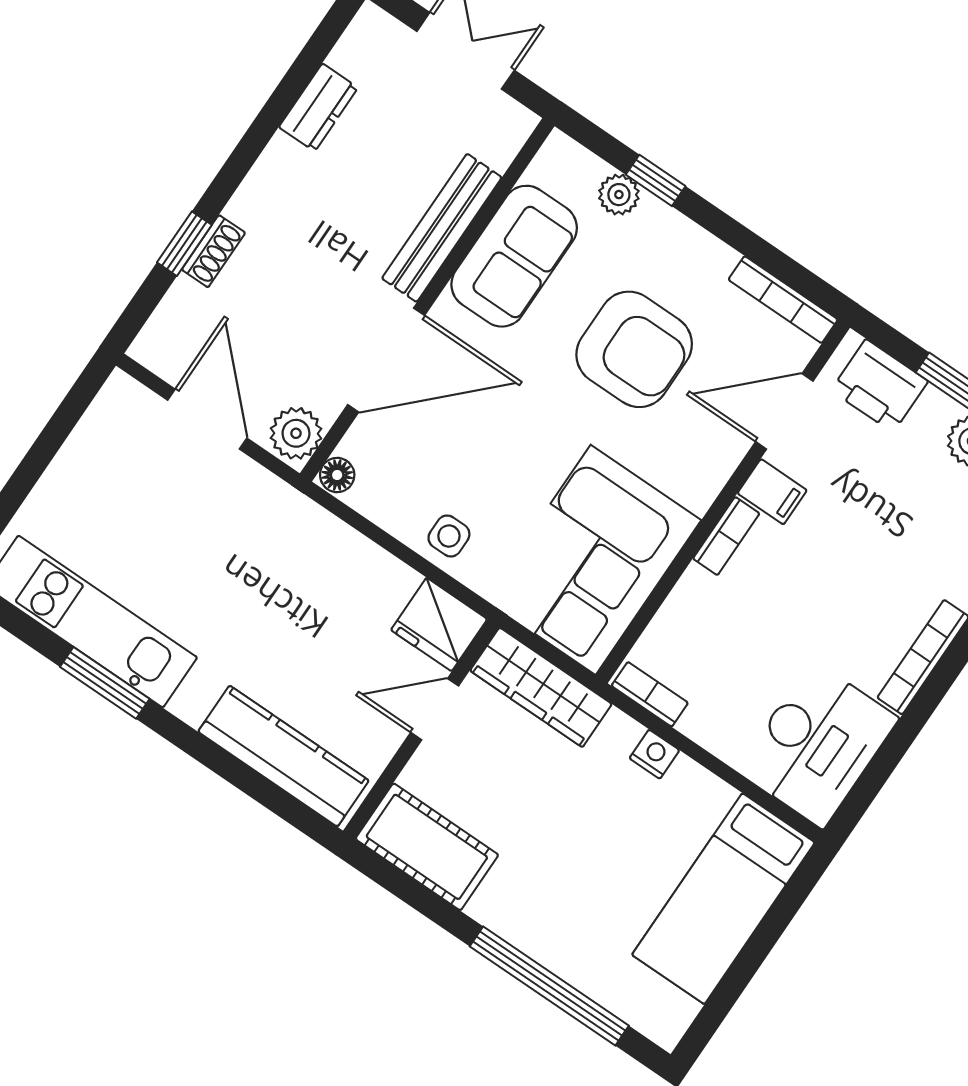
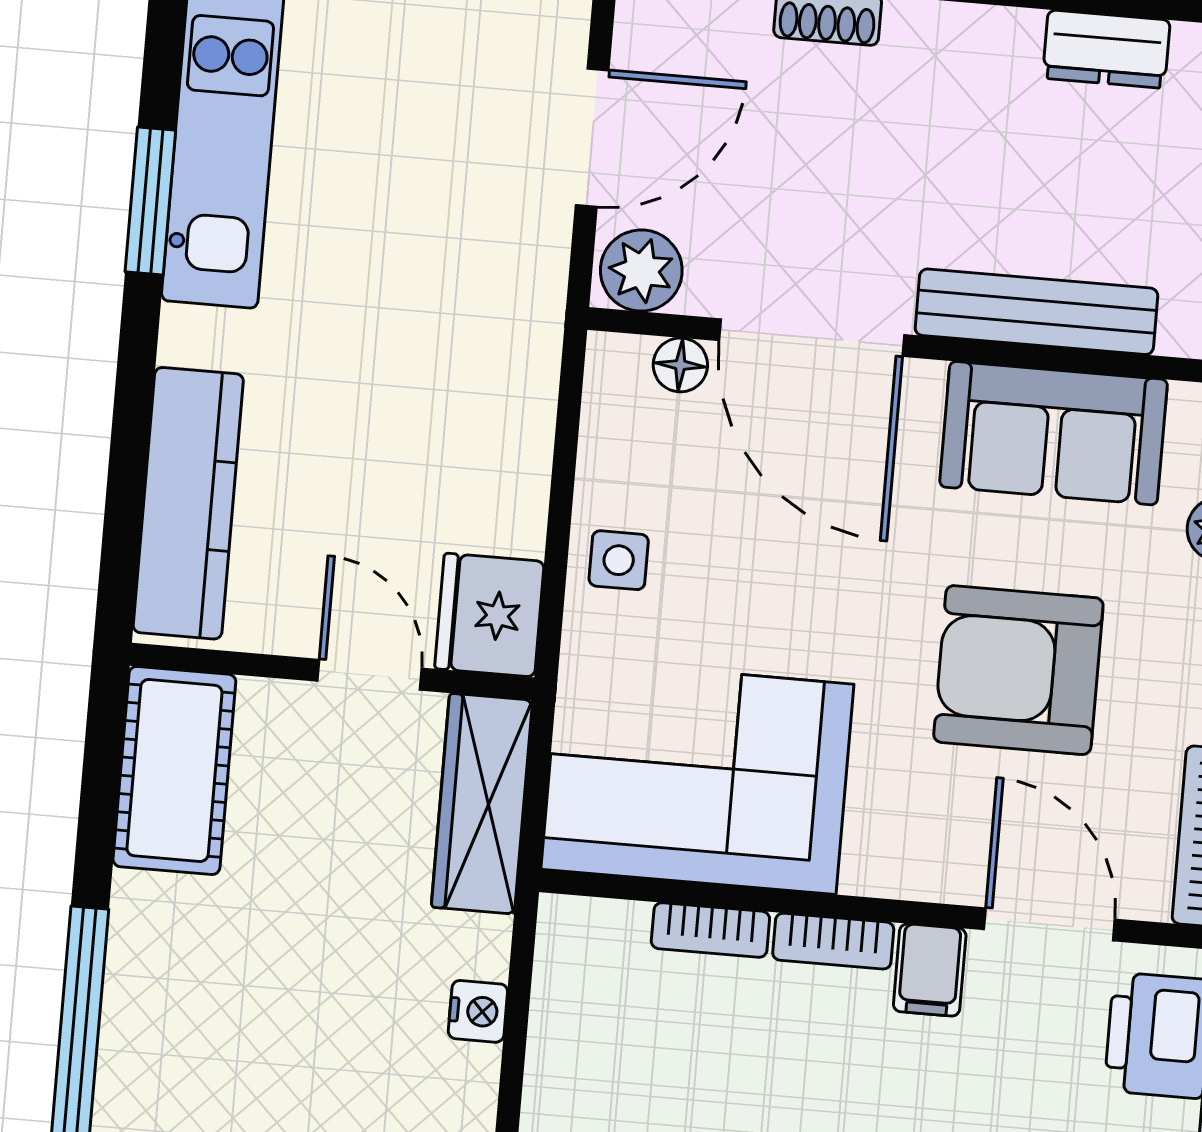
armchair: (634, 349) -> (1018, 670), turned 90
floor lamp: (337, 475) -> (680, 365), moved
bookcase: (650, 694) -> (710, 930), moved, turned 90

